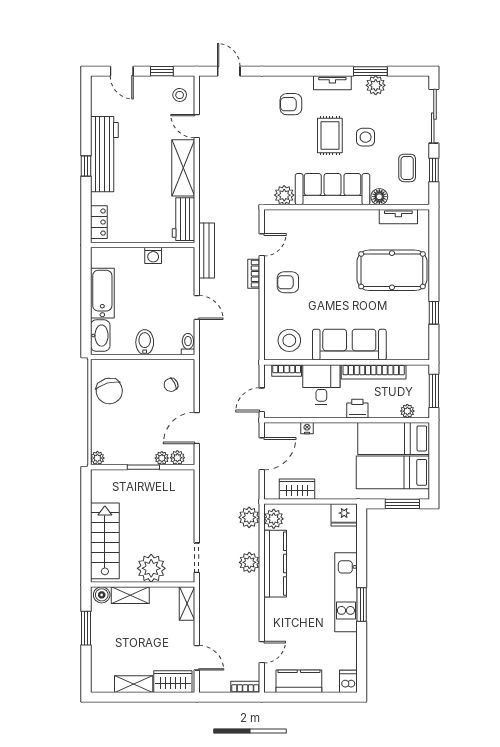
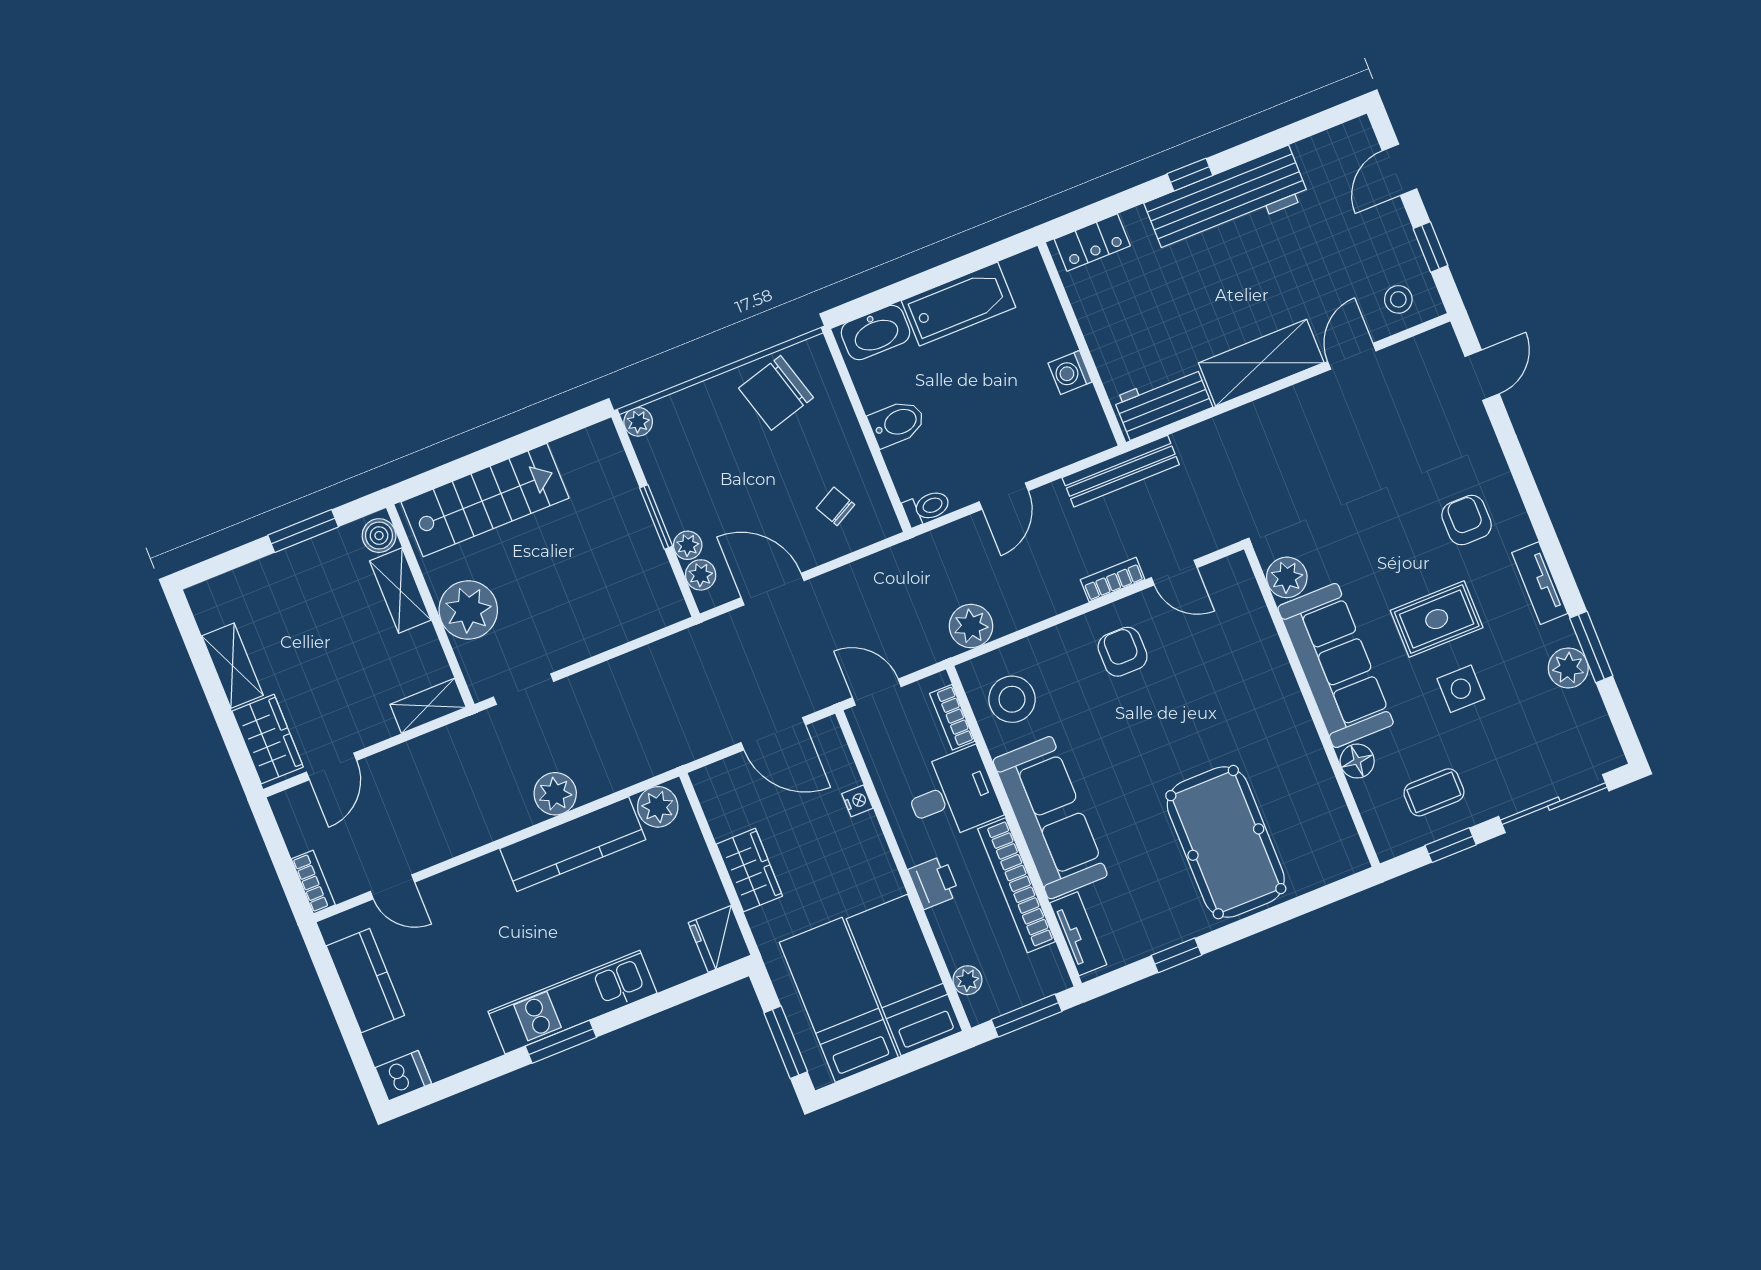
tv unit: (398, 217) -> (1078, 934), moved, turned 180
wardrobe: (297, 489) -> (749, 870), moved
plant: (249, 517) -> (971, 626), moved

